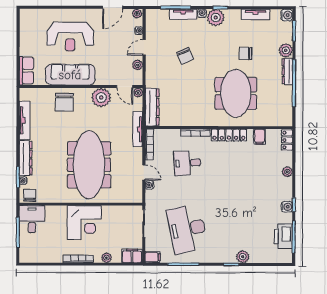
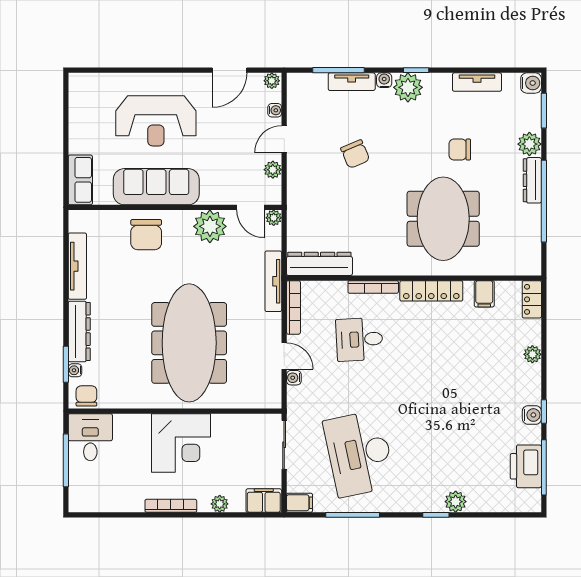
dresser: (152, 107) -> (319, 264), moved, turned -90

